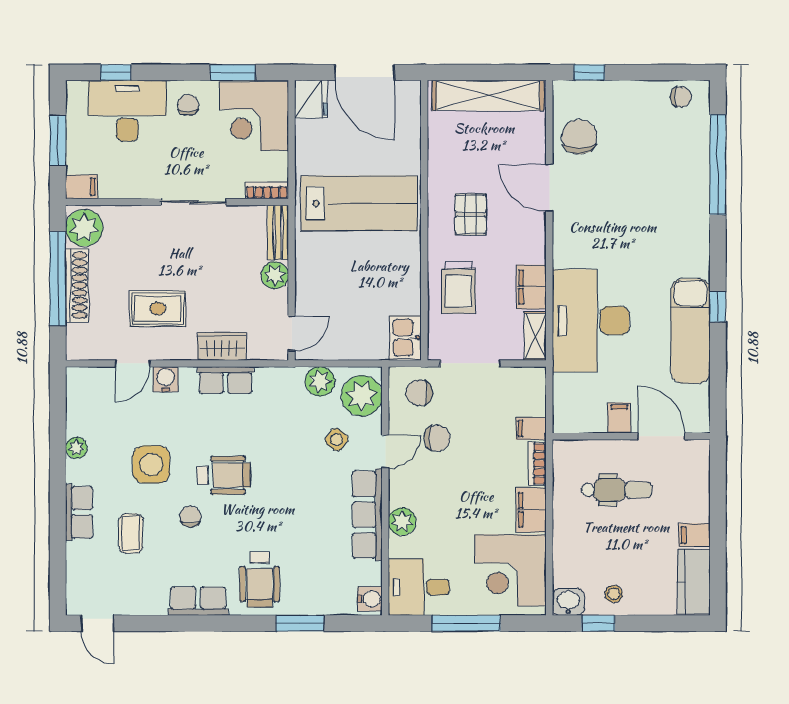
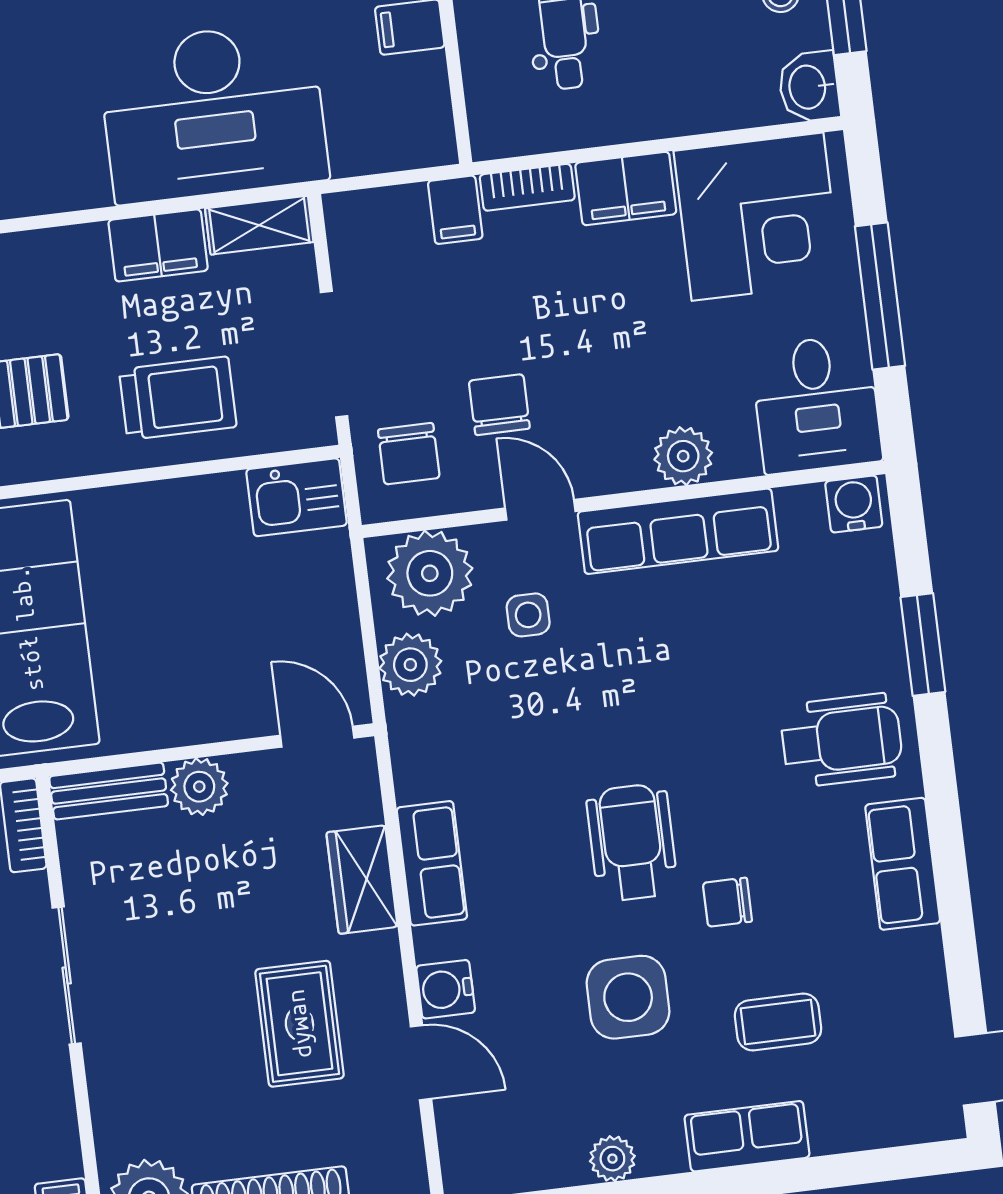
side table: (337, 440) -> (528, 615), turned -38

